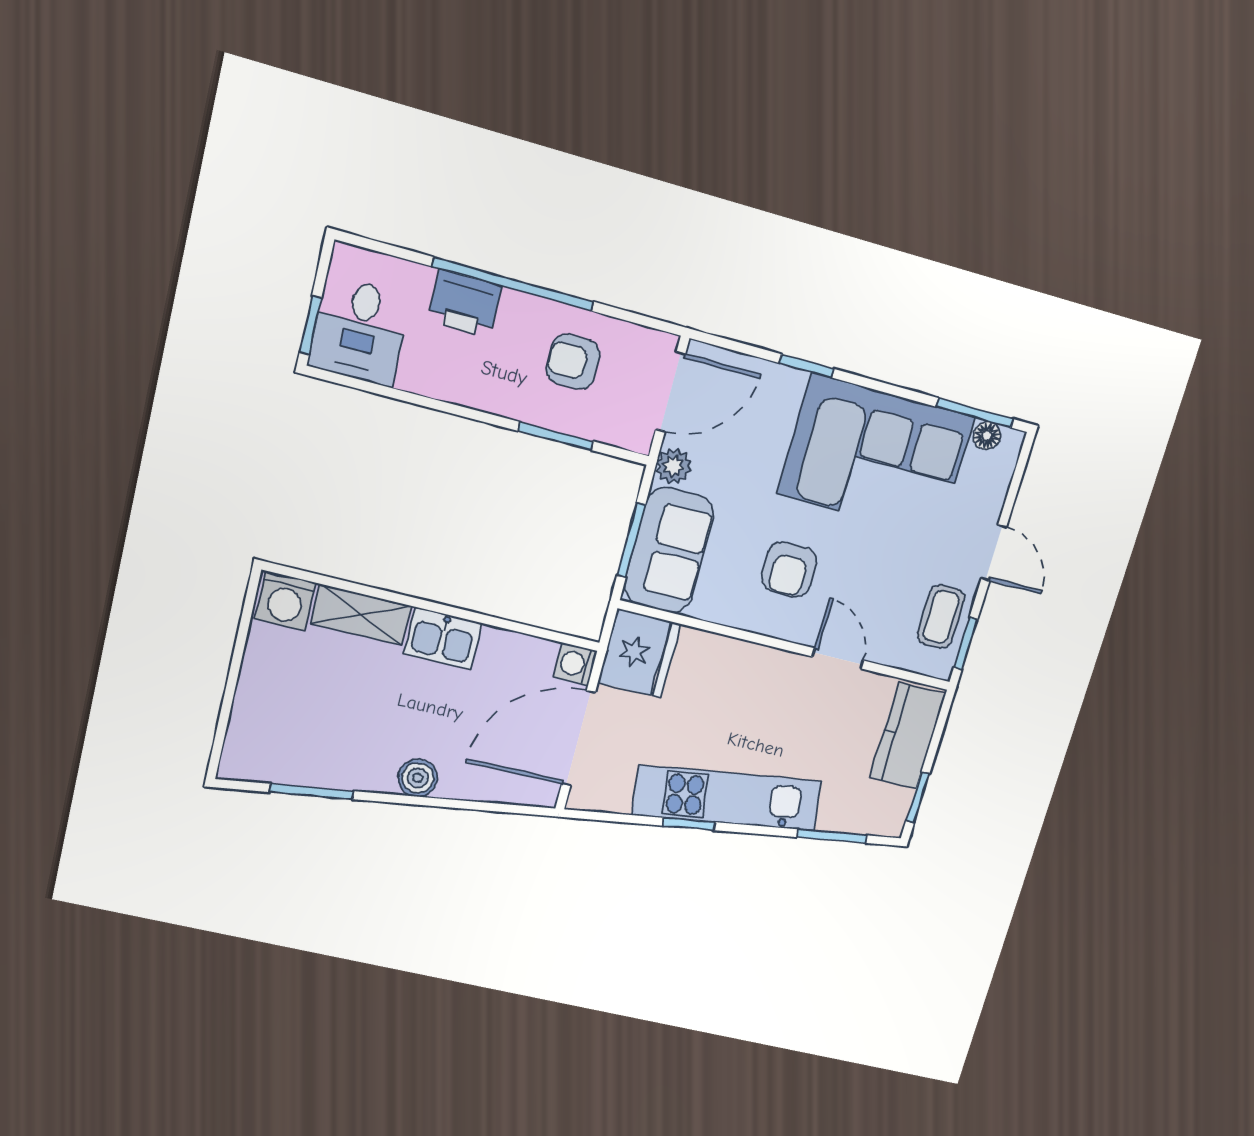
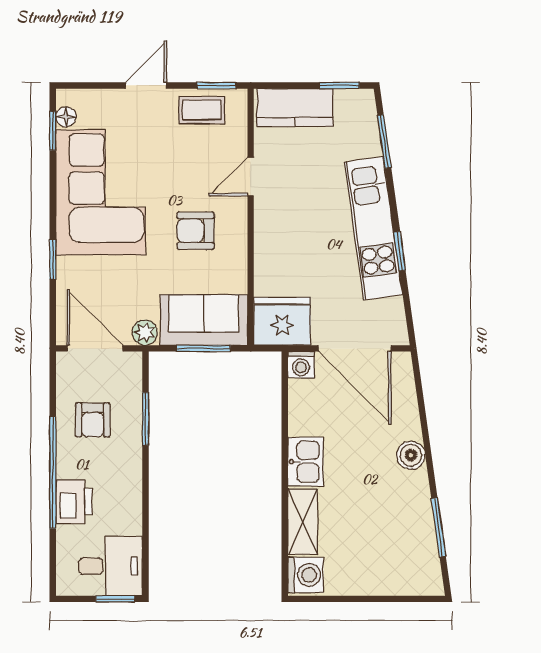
window: (975, 413) -> (53, 131), width x0.67
armchair: (789, 569) -> (196, 231), turned 180

